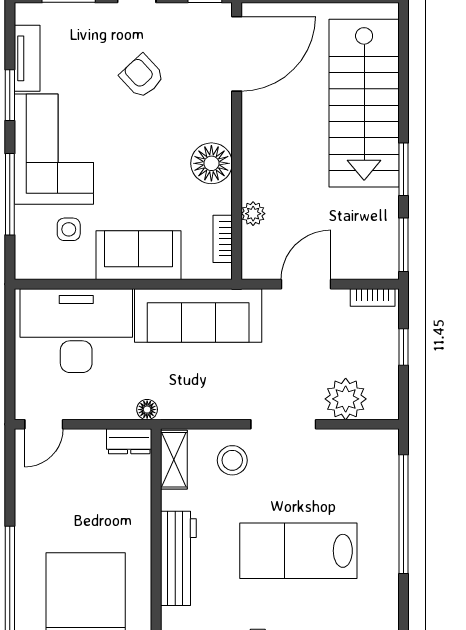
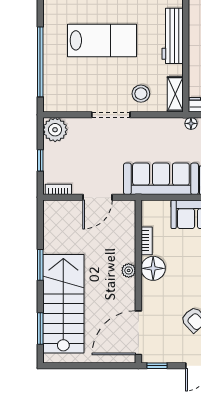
plant: (253, 214) -> (129, 270), moved
bookcase: (223, 239) -> (147, 241), moved
window: (403, 245) -> (40, 329), moved
plant: (346, 399) -> (55, 130), moved

